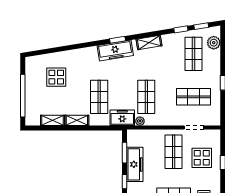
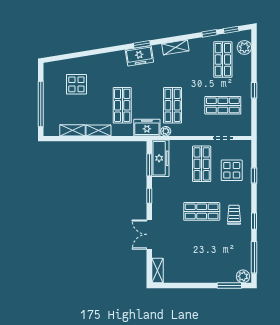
freezer: (115, 51) -> (139, 56), width x0.71
freezer: (135, 164) -> (160, 158), moved

